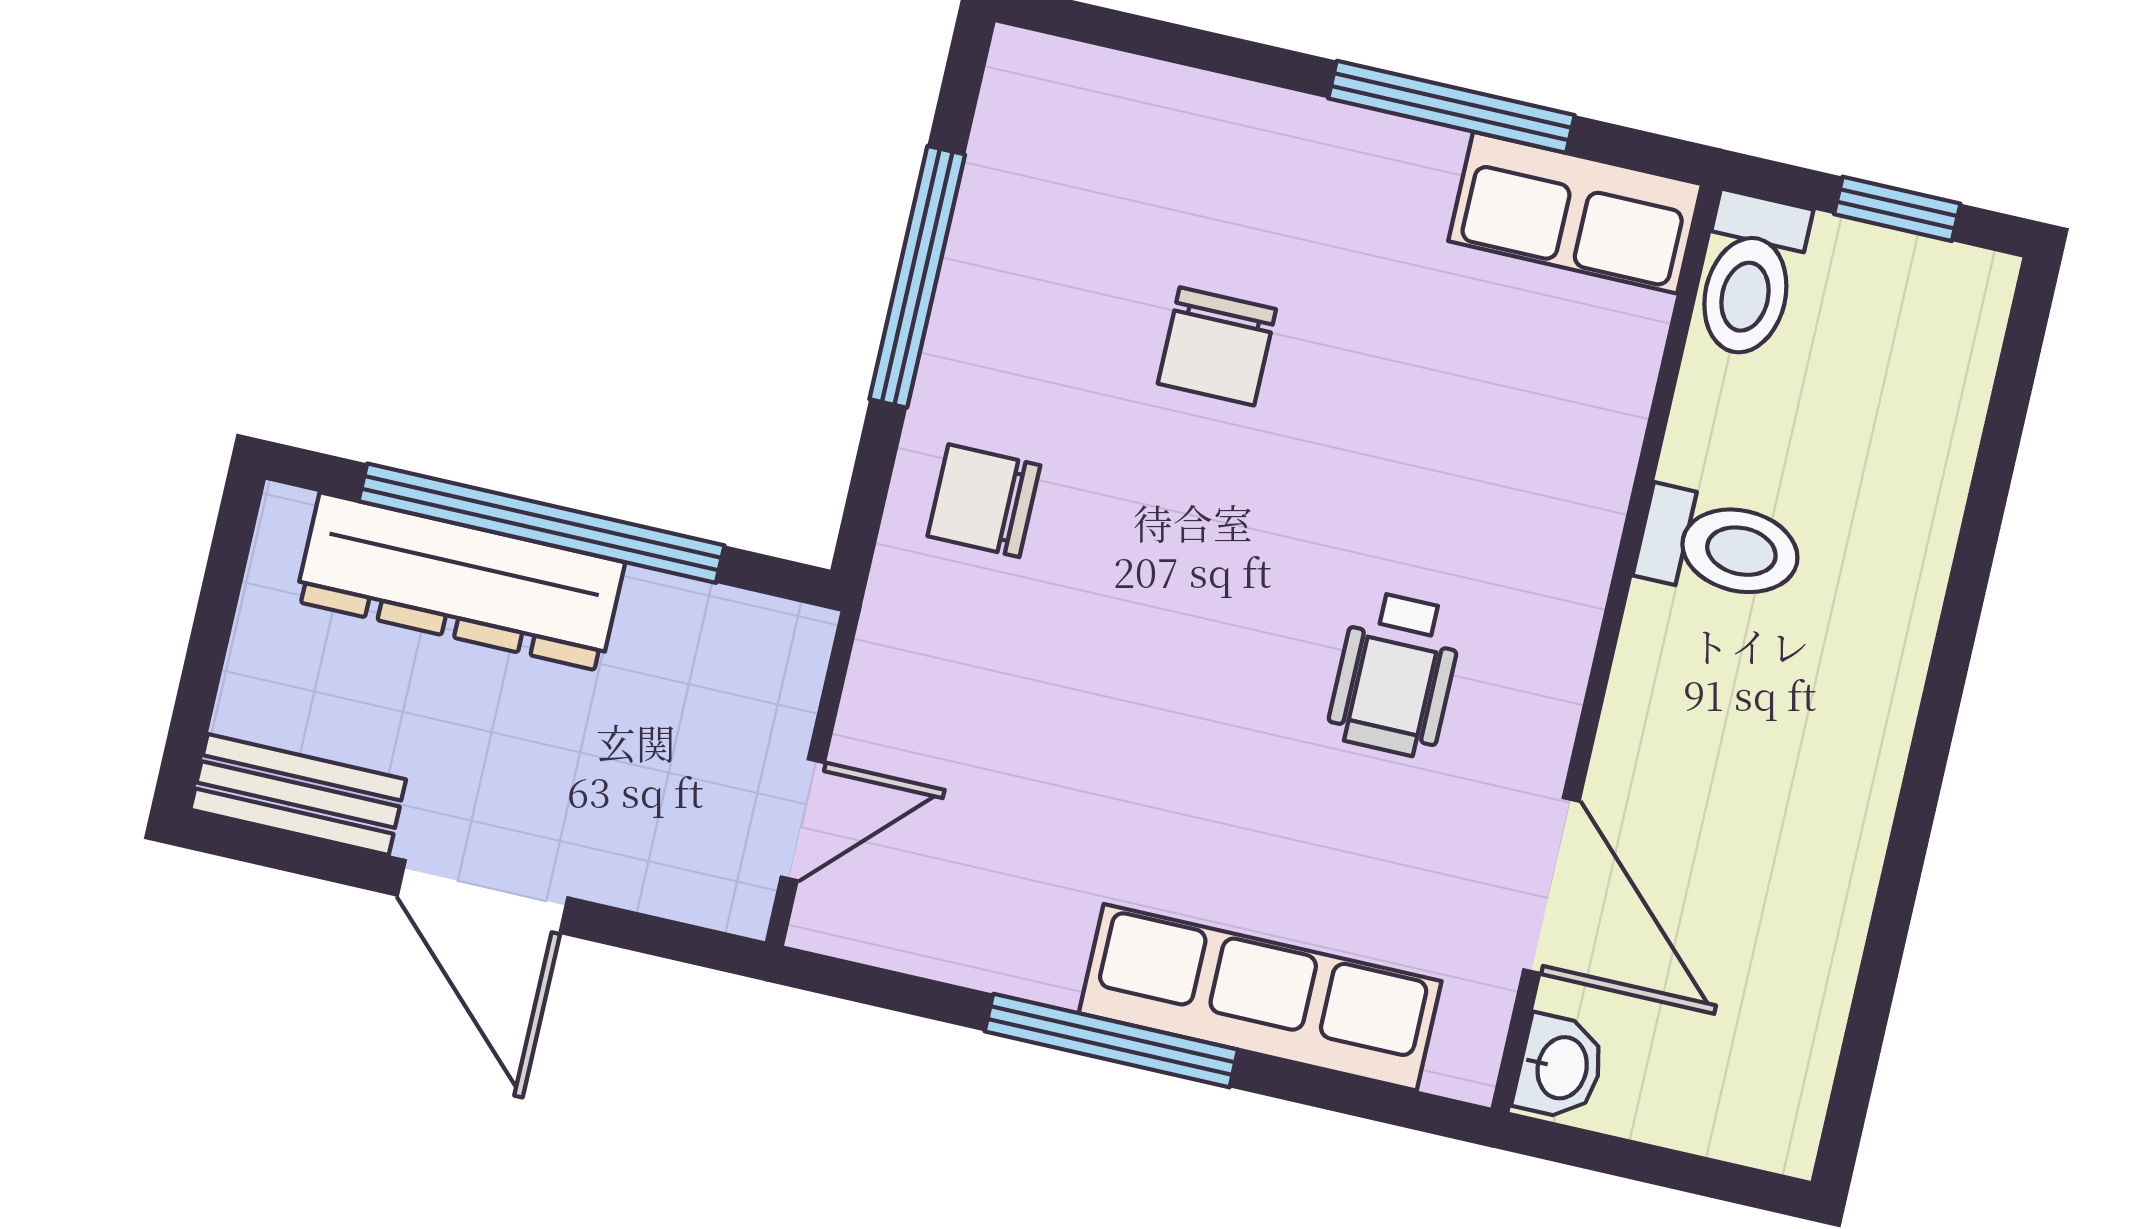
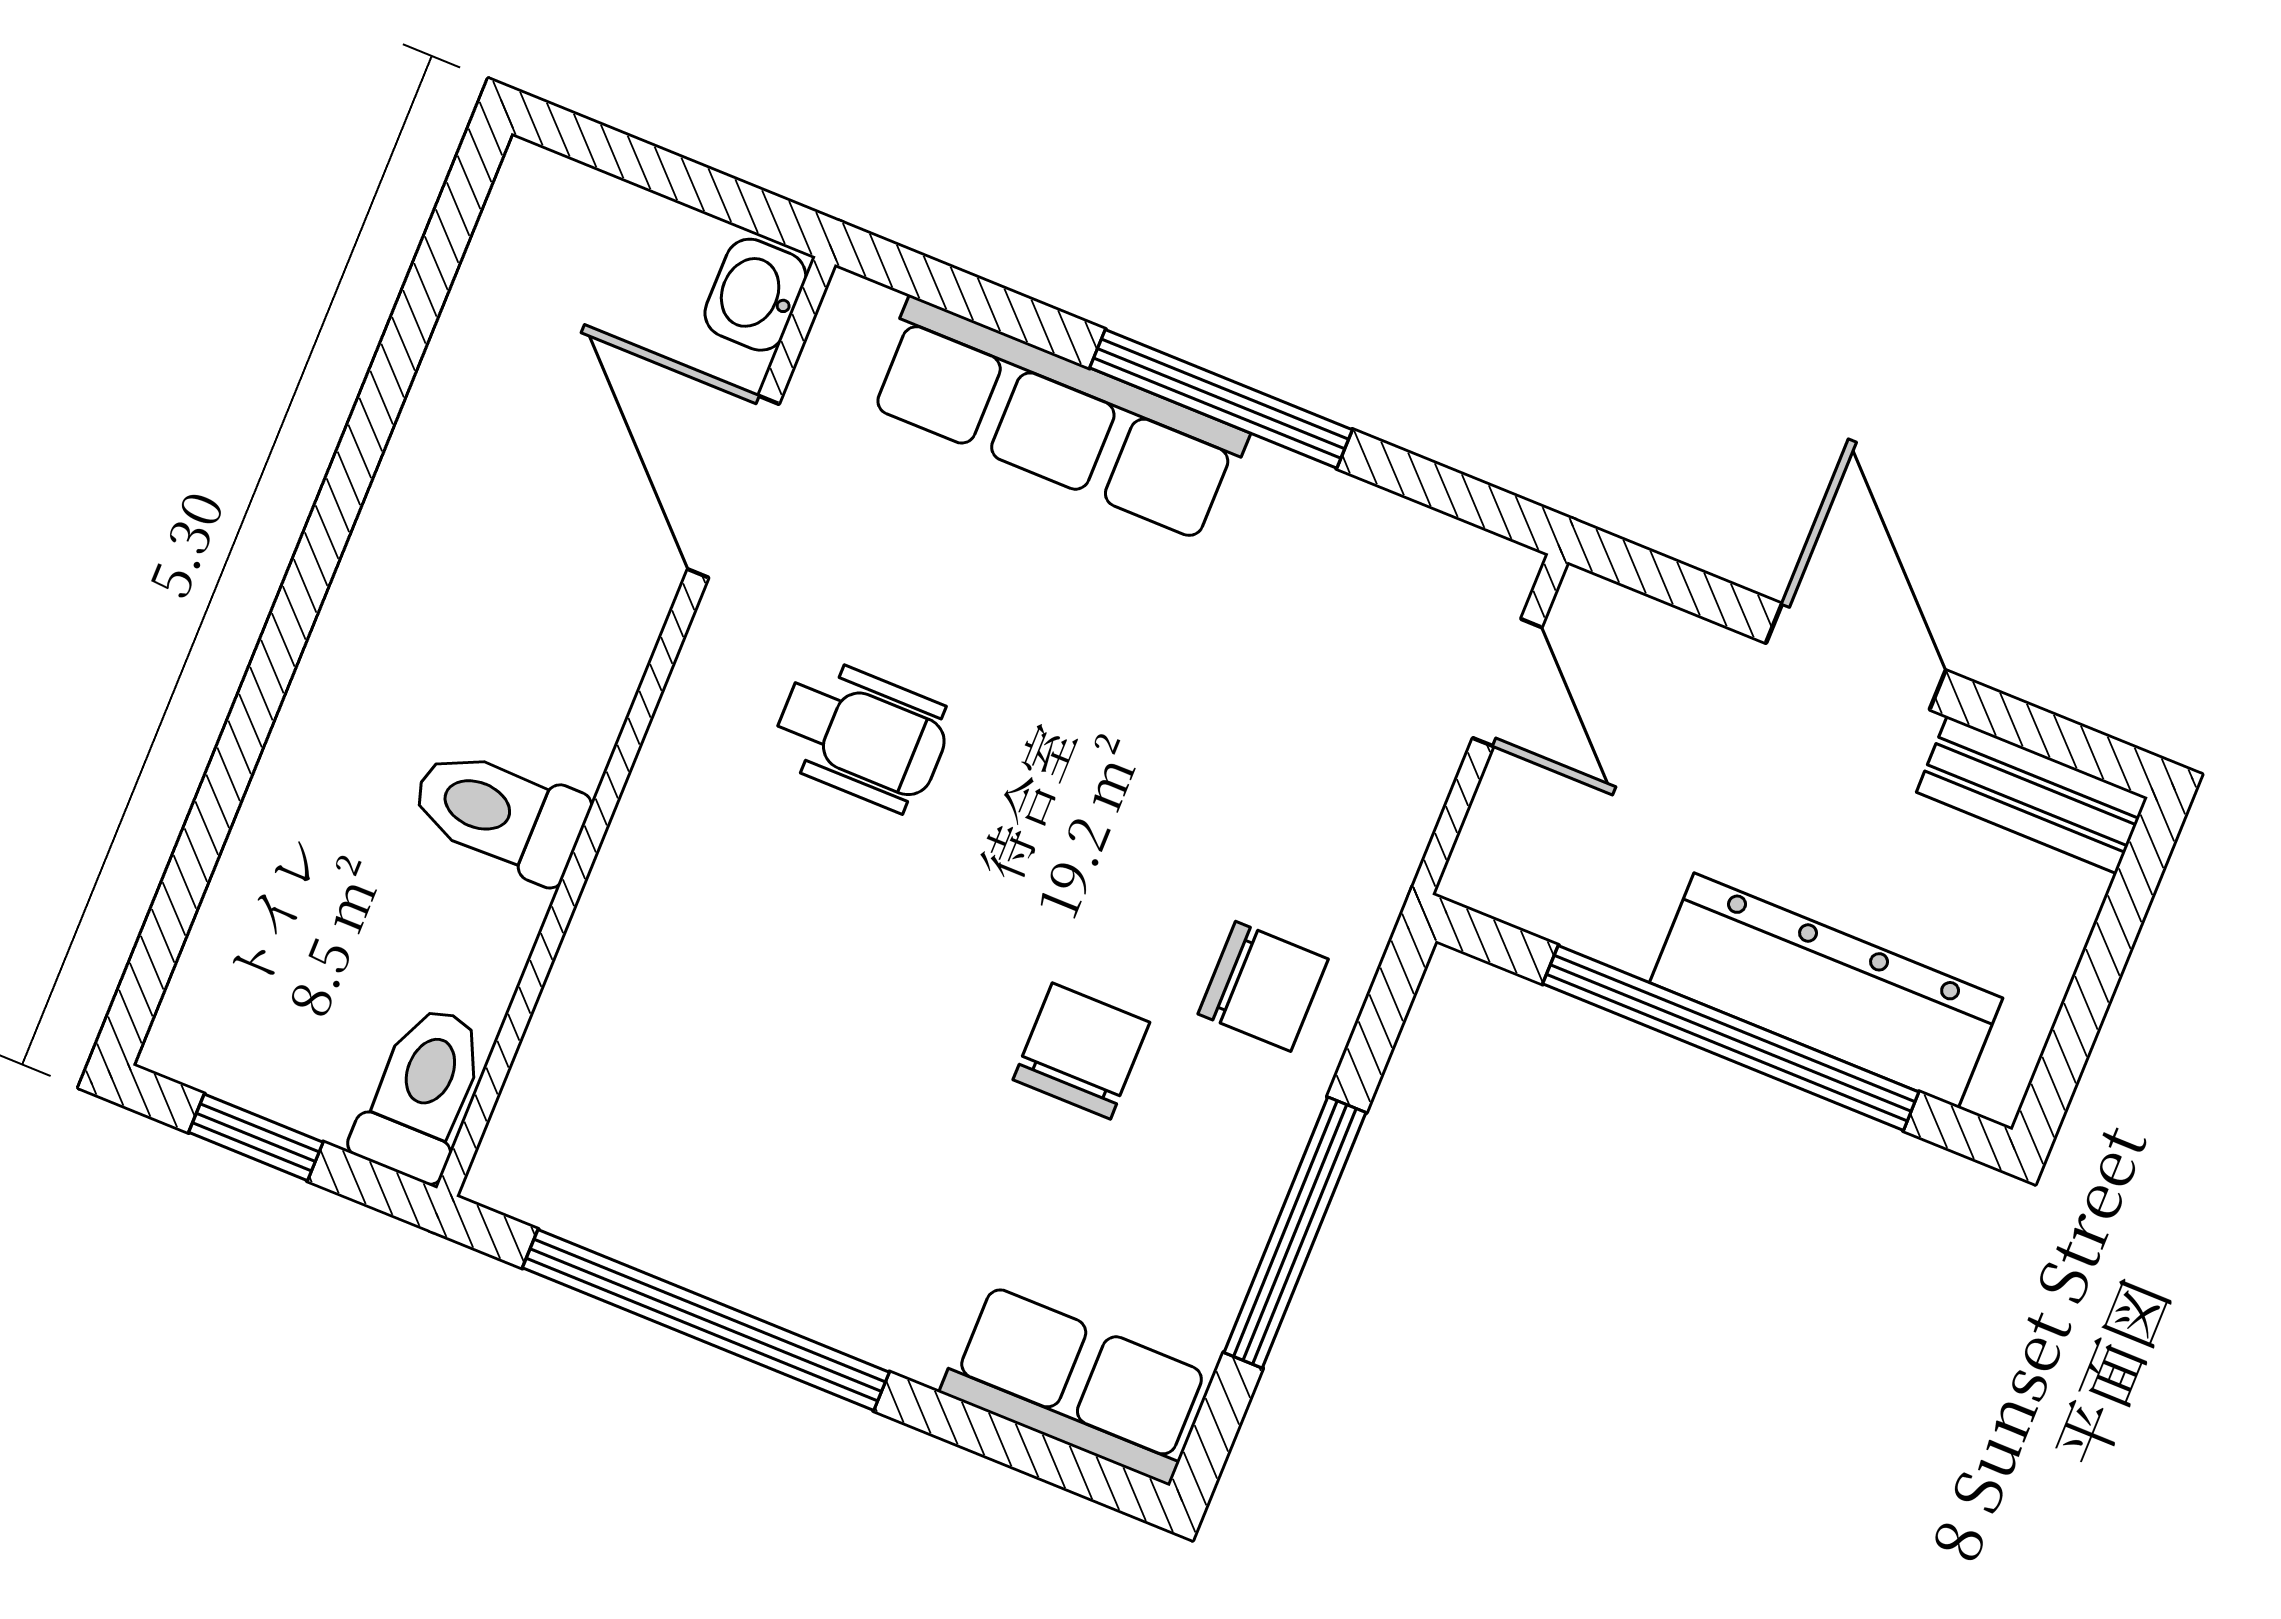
window: (1451, 107) -> (706, 1320), width x1.46
row of seats: (1575, 213) -> (1077, 1384), moved
chair: (1217, 346) -> (1081, 1051), moved
wheelchair: (1395, 674) -> (861, 735), turned 90
door: (803, 820) -> (1507, 683), swing flipped

